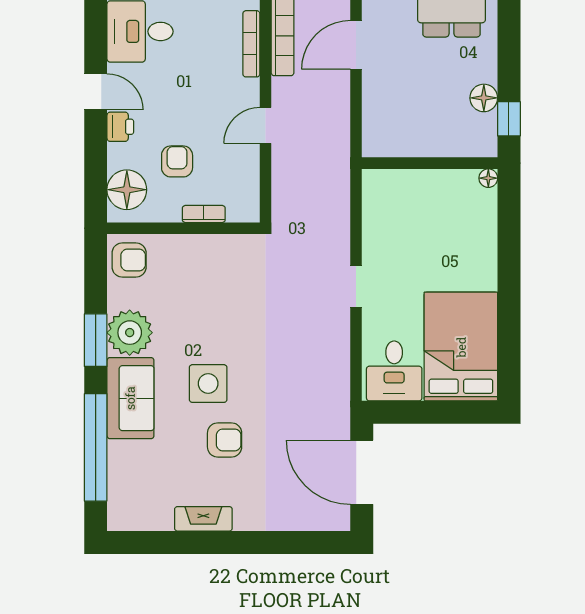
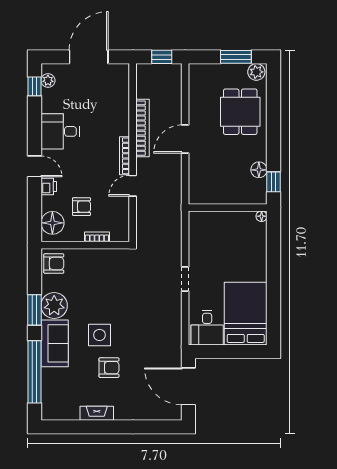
bookcase: (251, 44) -> (125, 156), moved
armchair: (177, 161) -> (82, 207), turned 90

